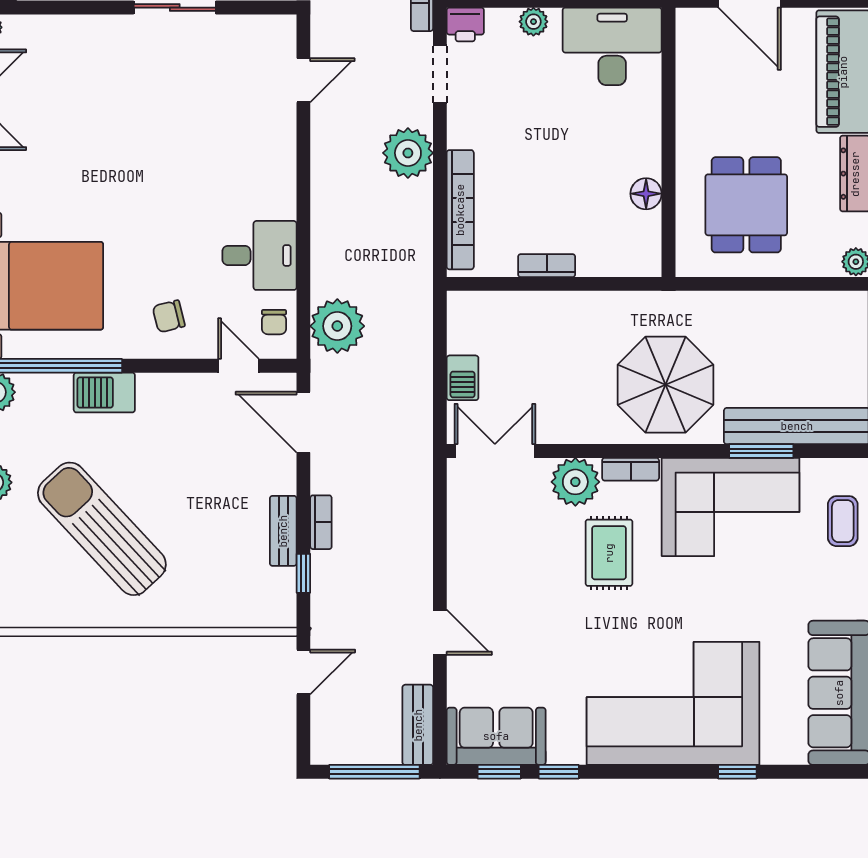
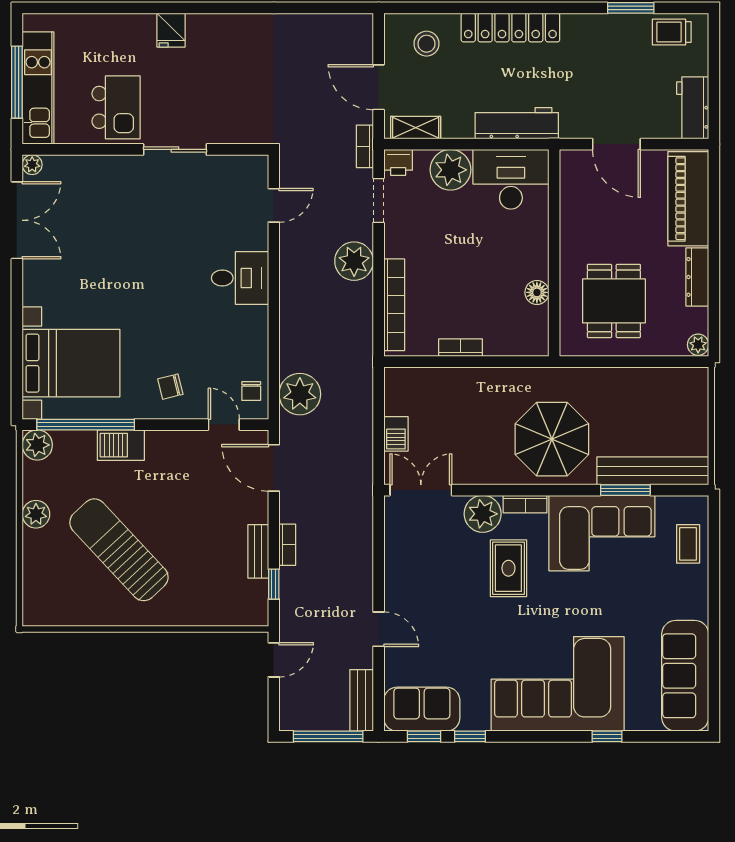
plant: (533, 22) -> (450, 170), width x1.87, depth x1.87
desk: (259, 255) -> (240, 278), moved

